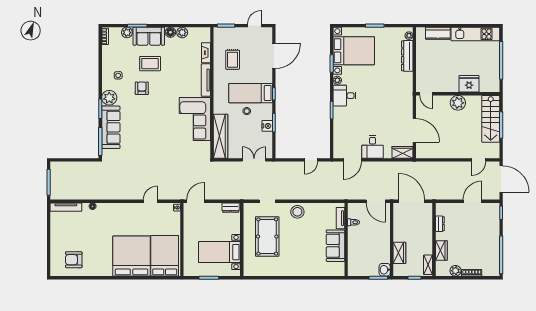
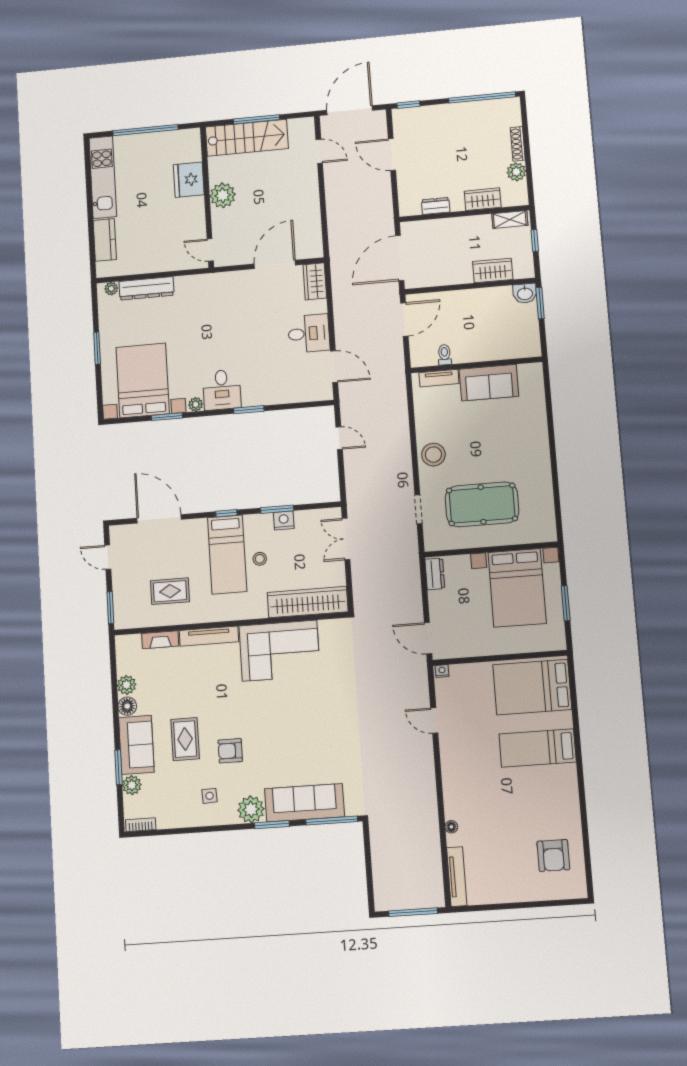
door: (426, 94) -> (210, 250), swing flipped
bed with nightstands: (219, 252) -> (517, 588), width x1.36
bed: (132, 256) -> (538, 748), width x0.49

